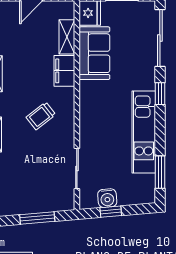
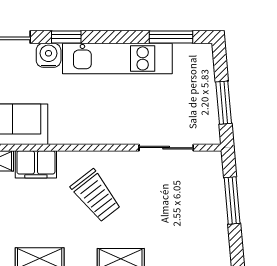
trolley: (41, 116) -> (96, 196), width x1.36, depth x1.39
water cooler: (107, 198) -> (49, 55), moved, turned -85
window: (111, 212) -> (224, 103), width x1.50

